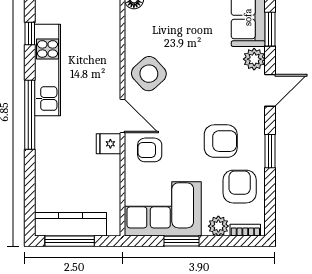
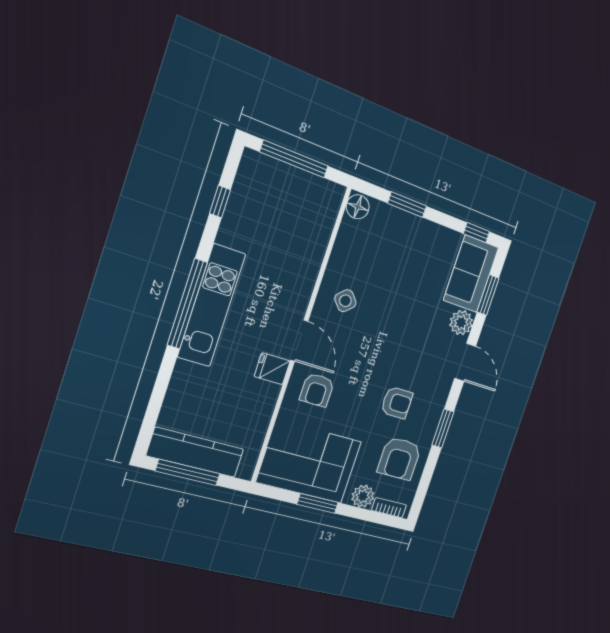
kitchen unit: (47, 70) -> (212, 305), moved
side table: (149, 74) -> (345, 301), width x0.54, depth x0.54
door: (270, 90) -> (465, 362), hinge flipped
armchair: (221, 141) -> (397, 403), width x0.72, depth x0.72
armchair: (150, 150) -> (317, 390), turned -90
armchair: (240, 187) -> (399, 458), turned 180

